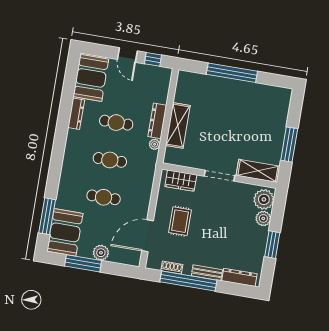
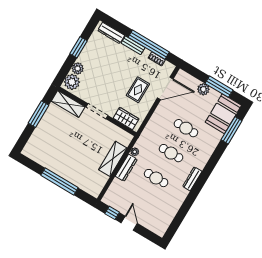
booth: (91, 78) -> (162, 217), removed
dresser: (76, 114) -> (192, 179), moved

